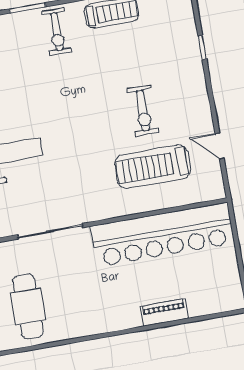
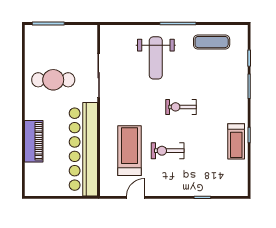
exercise bike: (57, 32) -> (181, 107), moved
cafe table: (28, 307) -> (53, 80), moved
piano: (164, 312) -> (34, 141), width x1.37, depth x1.33

